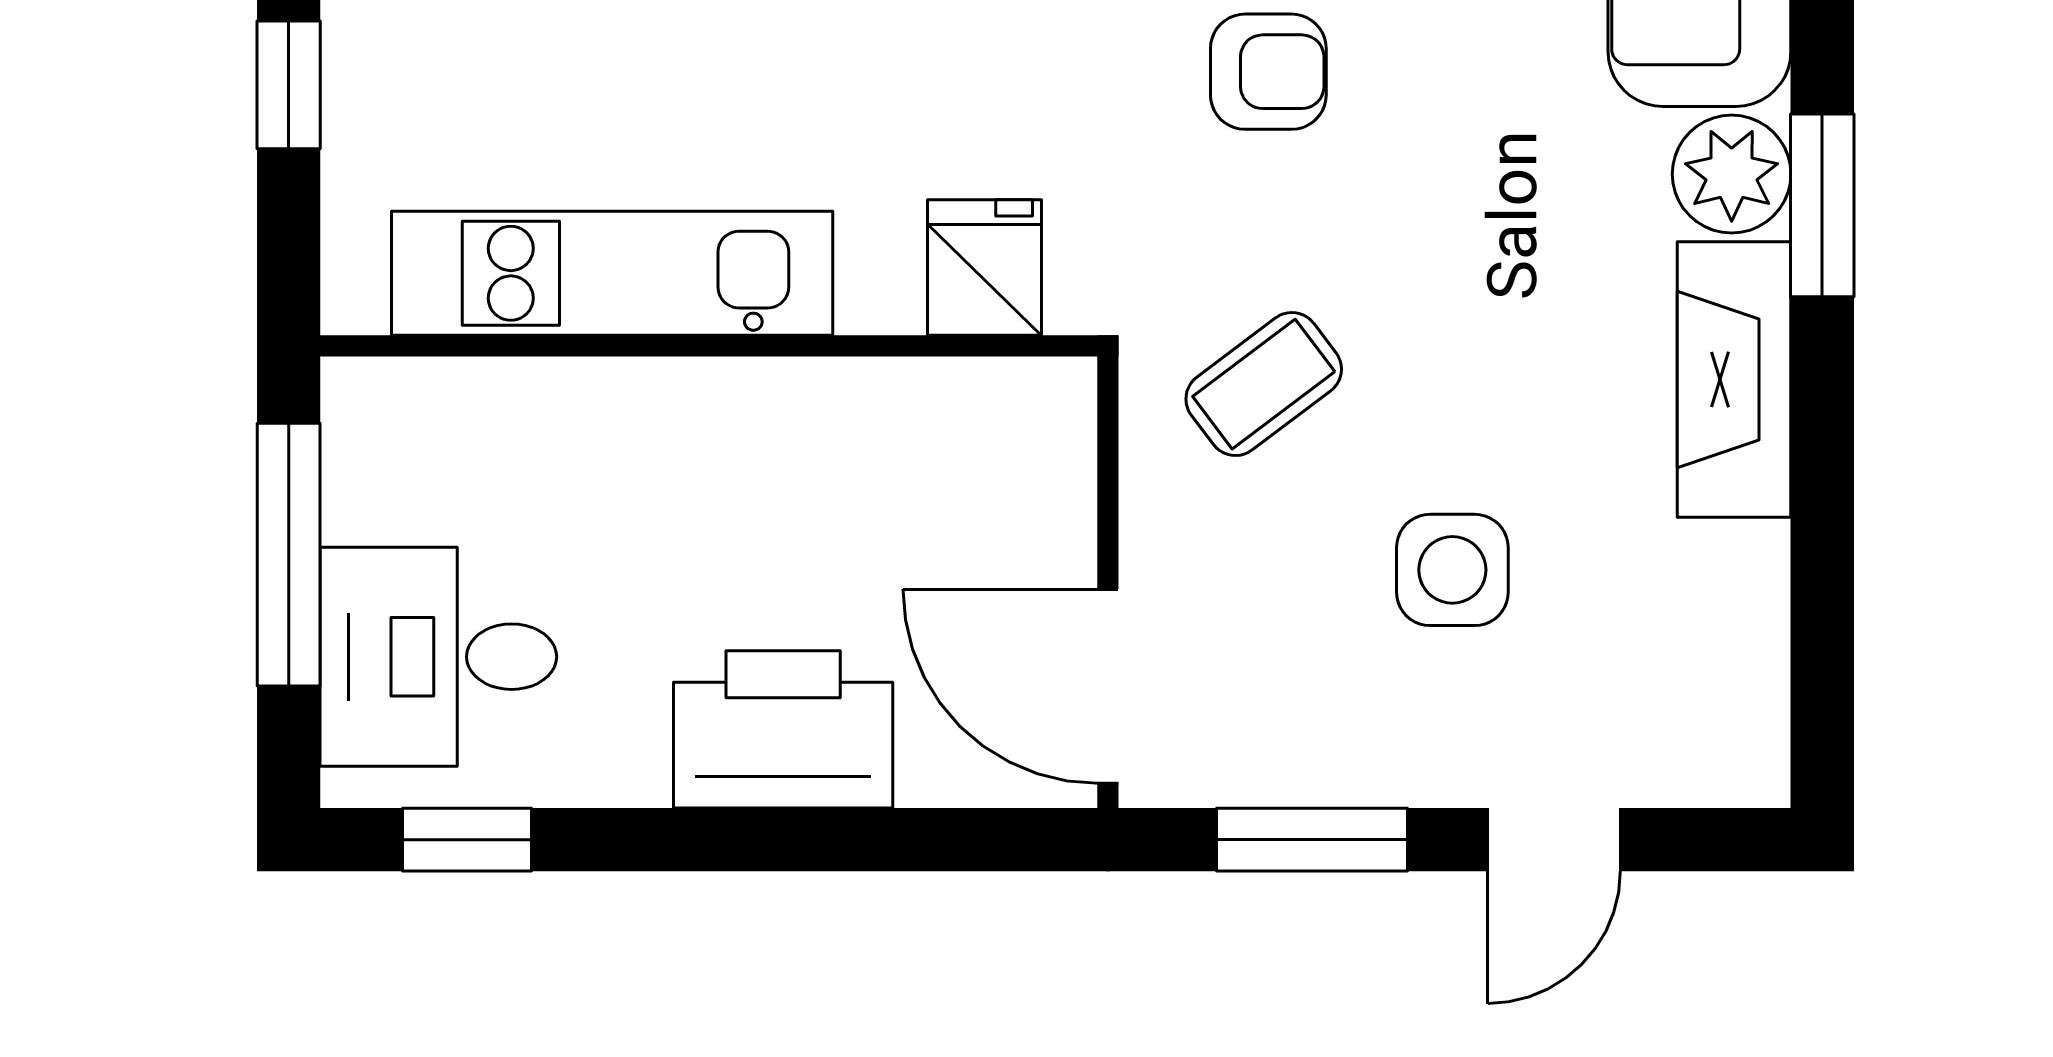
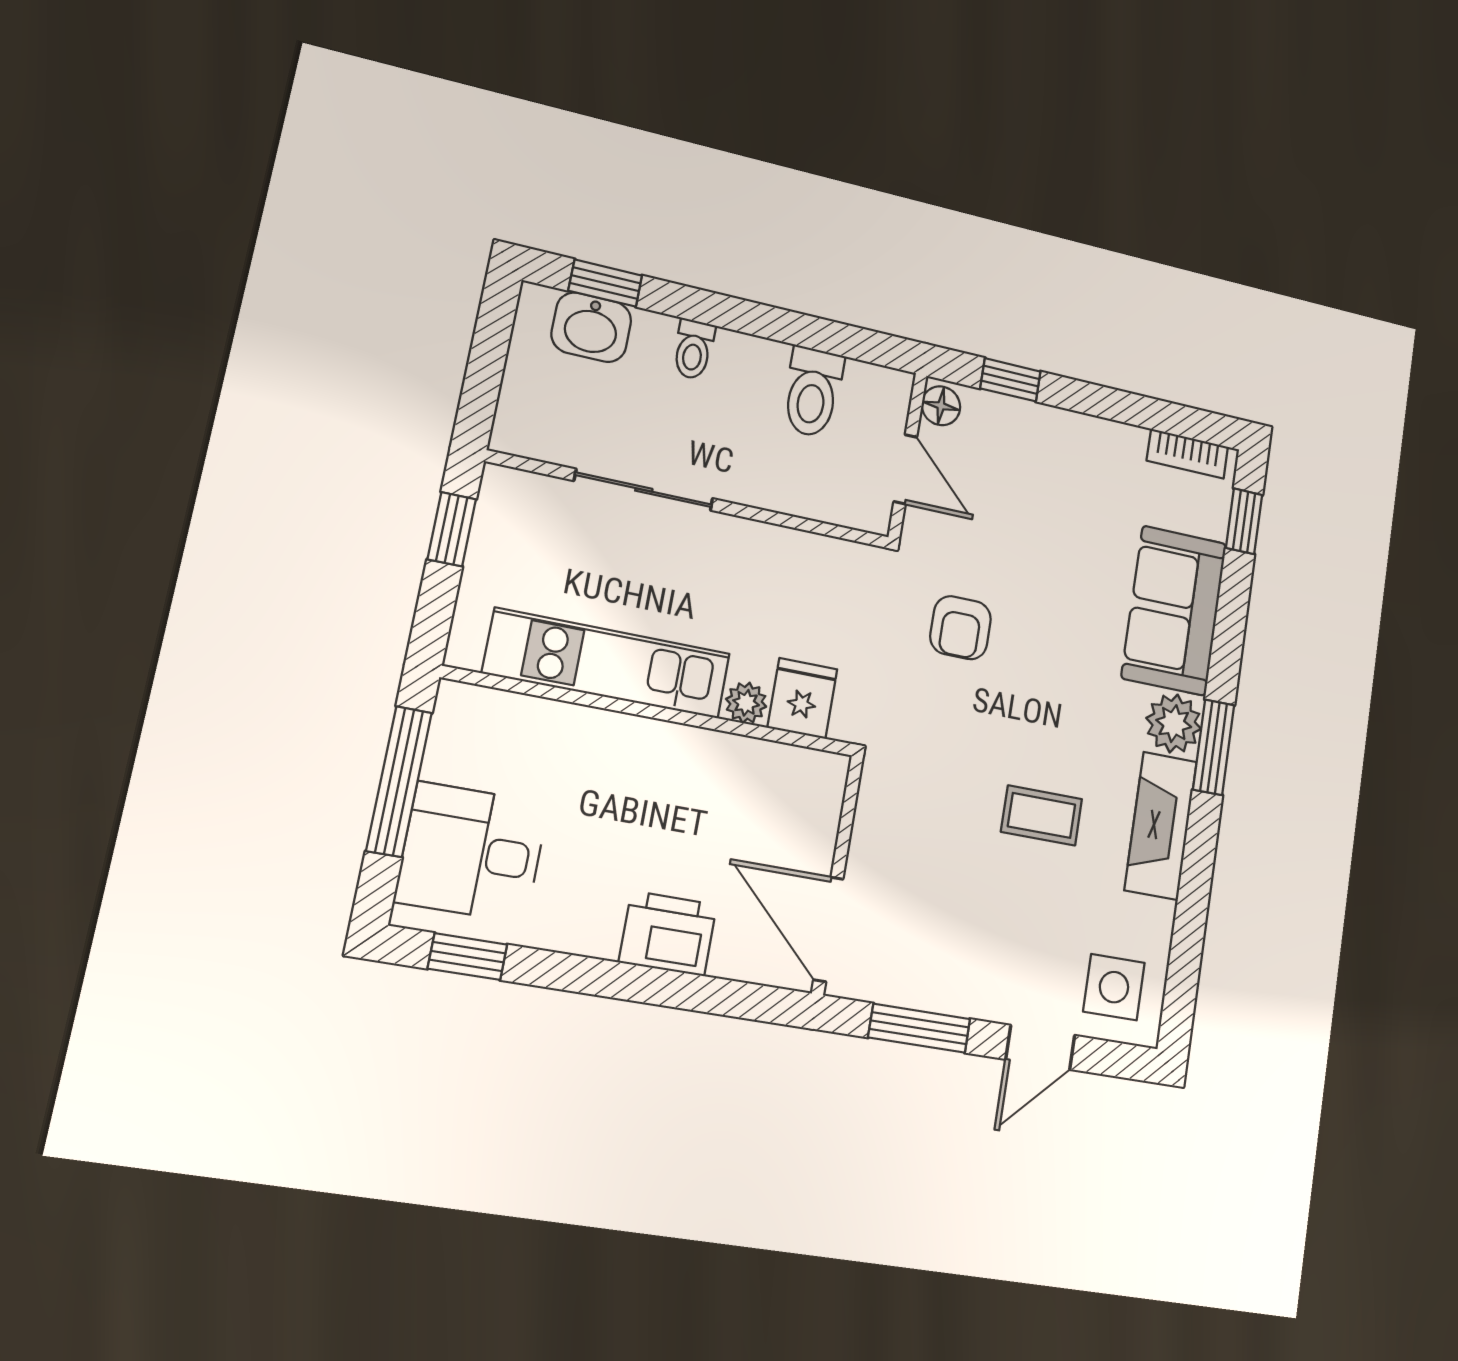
armchair: (1268, 72) -> (961, 628), turned 90
plant: (880, 296) -> (746, 703), added
coffee table: (1264, 384) -> (1042, 815), moved, turned 37
side table: (1452, 570) -> (1114, 987), moved
printer: (783, 729) -> (668, 933), width x0.73, depth x0.84

